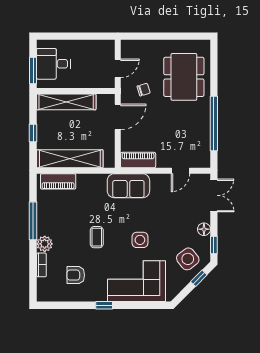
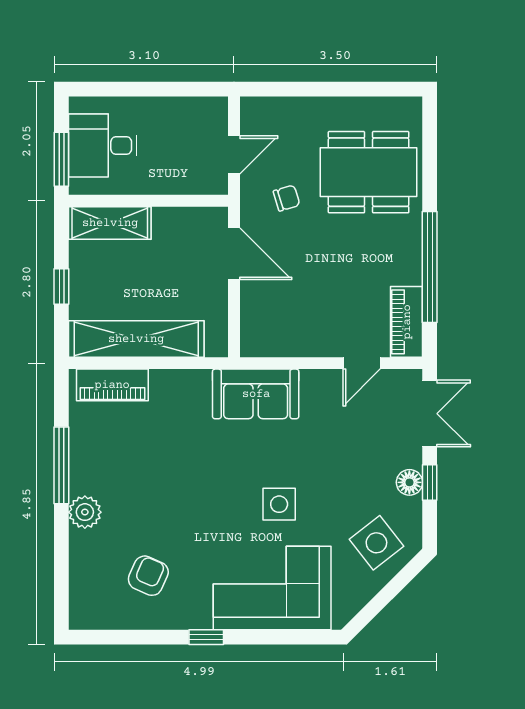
dining table: (184, 77) -> (369, 172), turned 90
shelving: (66, 102) -> (110, 223), width x0.68
door: (118, 117) -> (234, 254), hinge flipped
piano: (138, 160) -> (407, 322), moved, turned -90
coffee table: (97, 237) -> (191, 498), removed
window: (214, 245) -> (430, 483), moved
bookcase: (41, 265) -> (78, 555), removed
armchair: (76, 275) -> (148, 576), turned 114
window: (199, 278) -> (399, 582), removed

